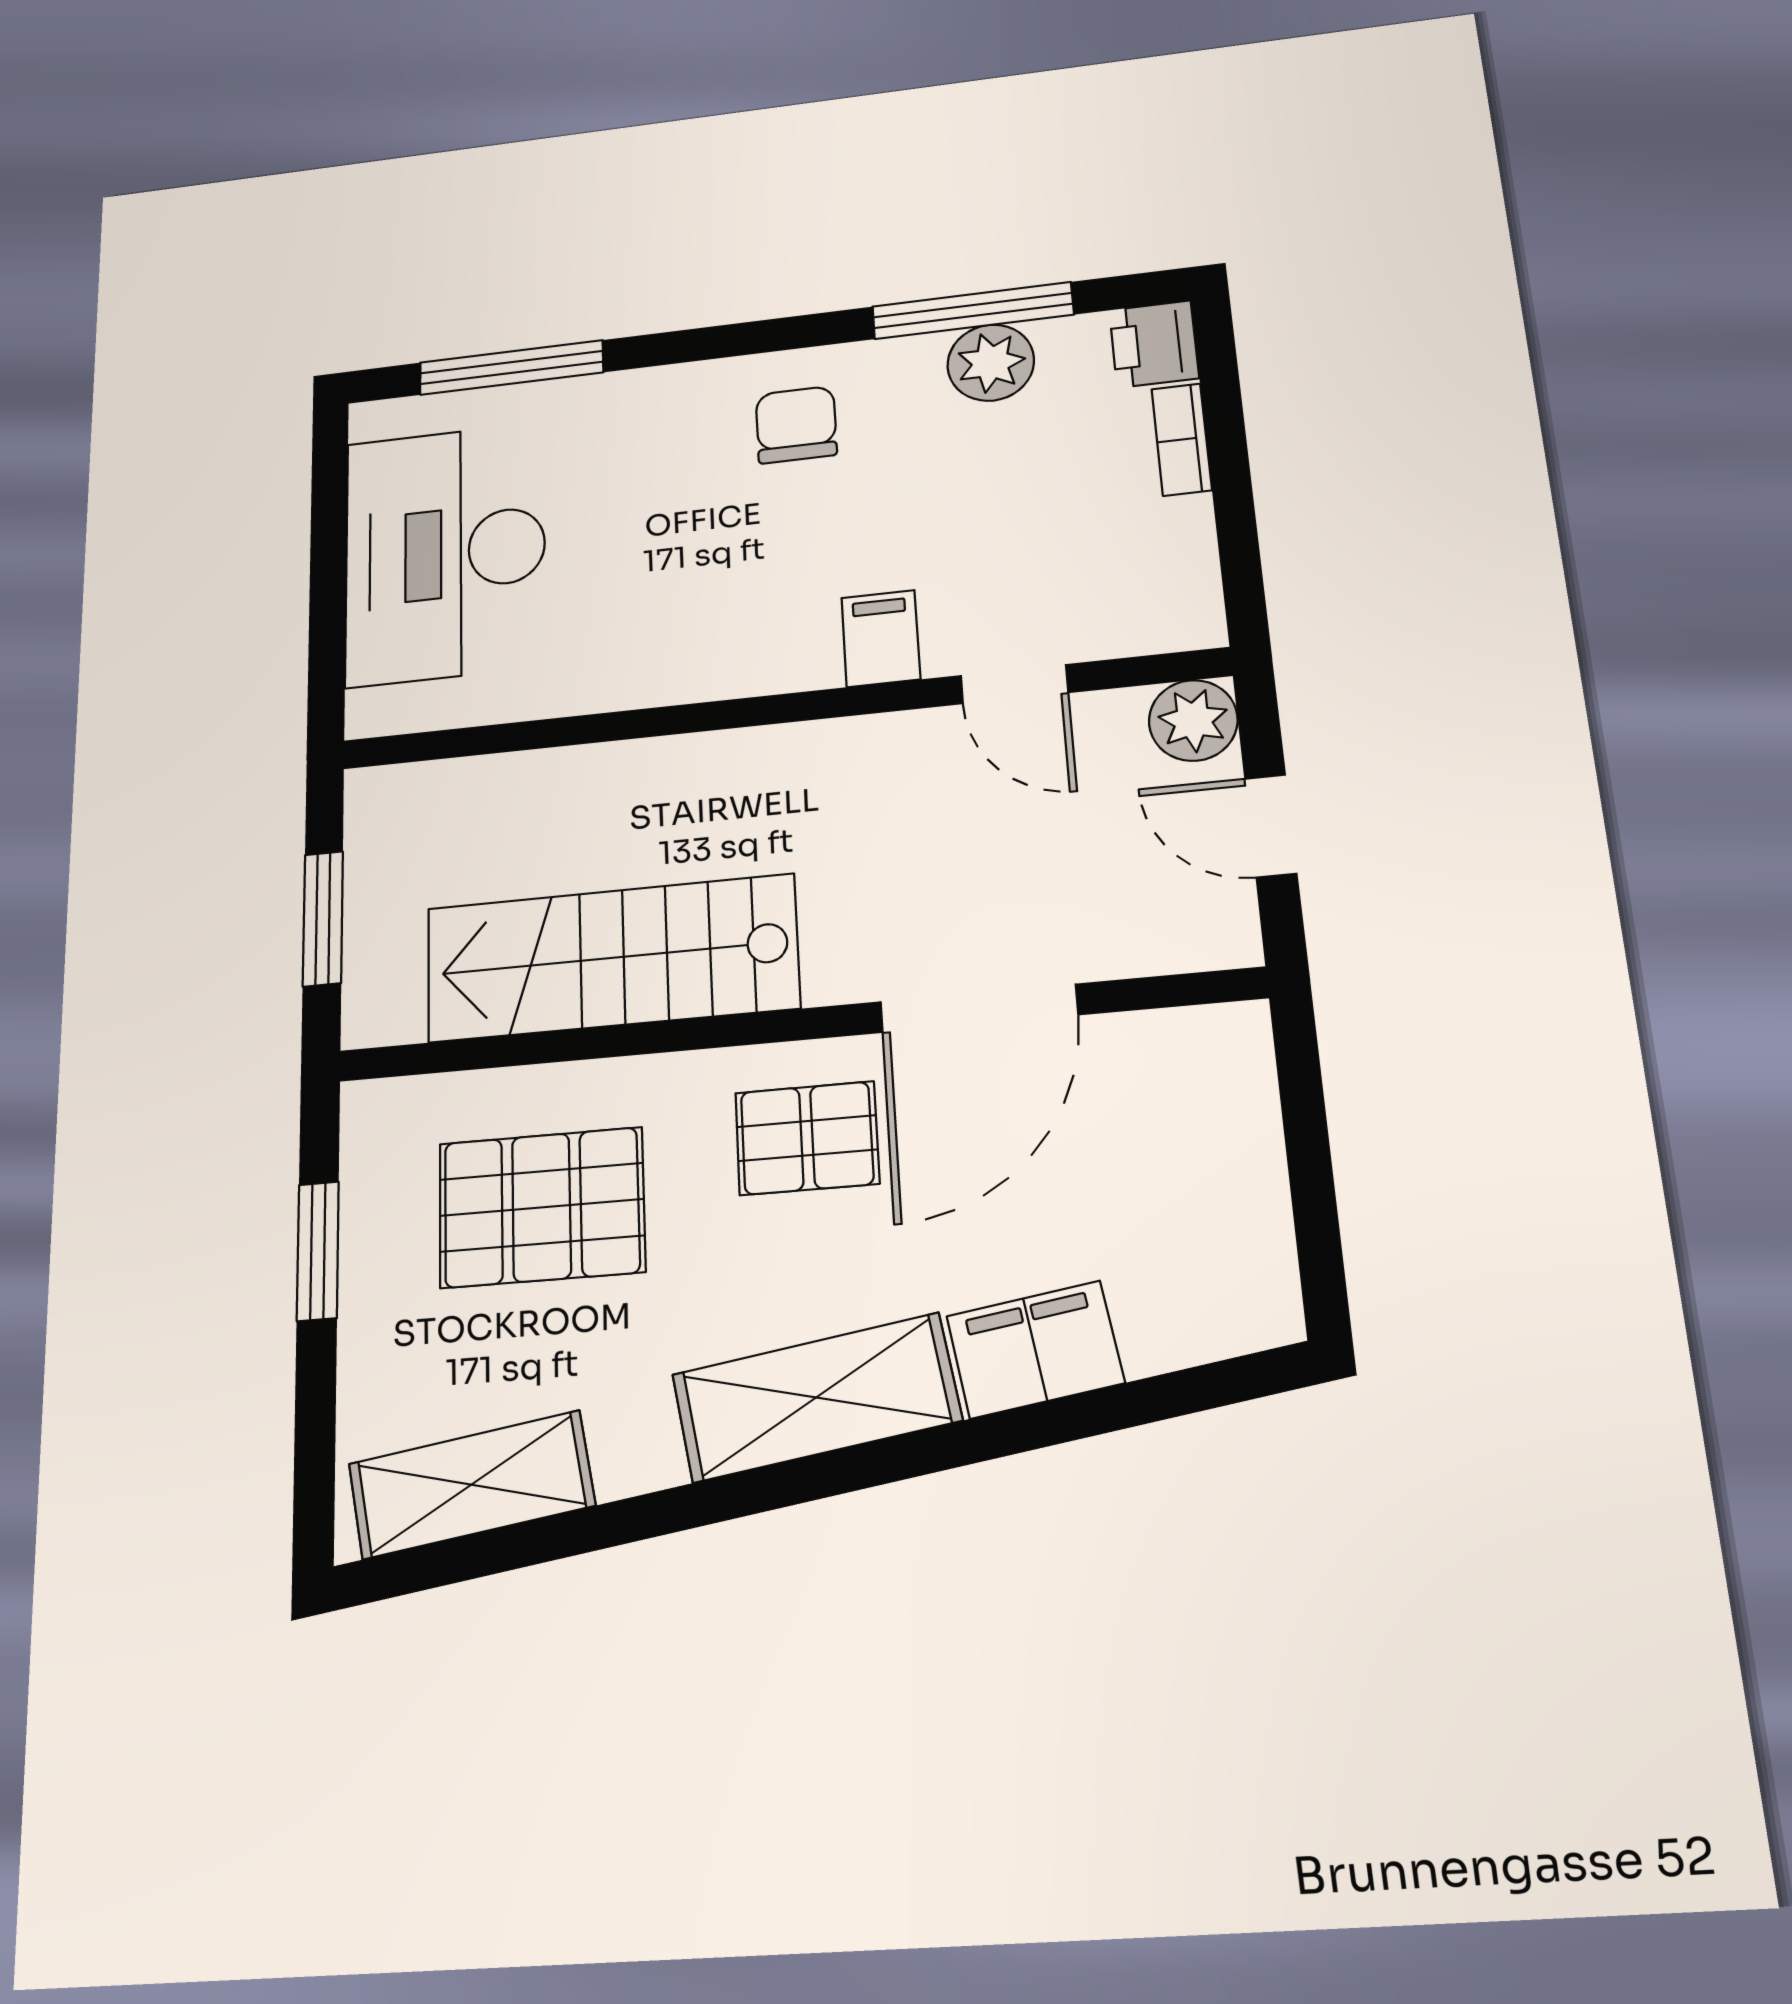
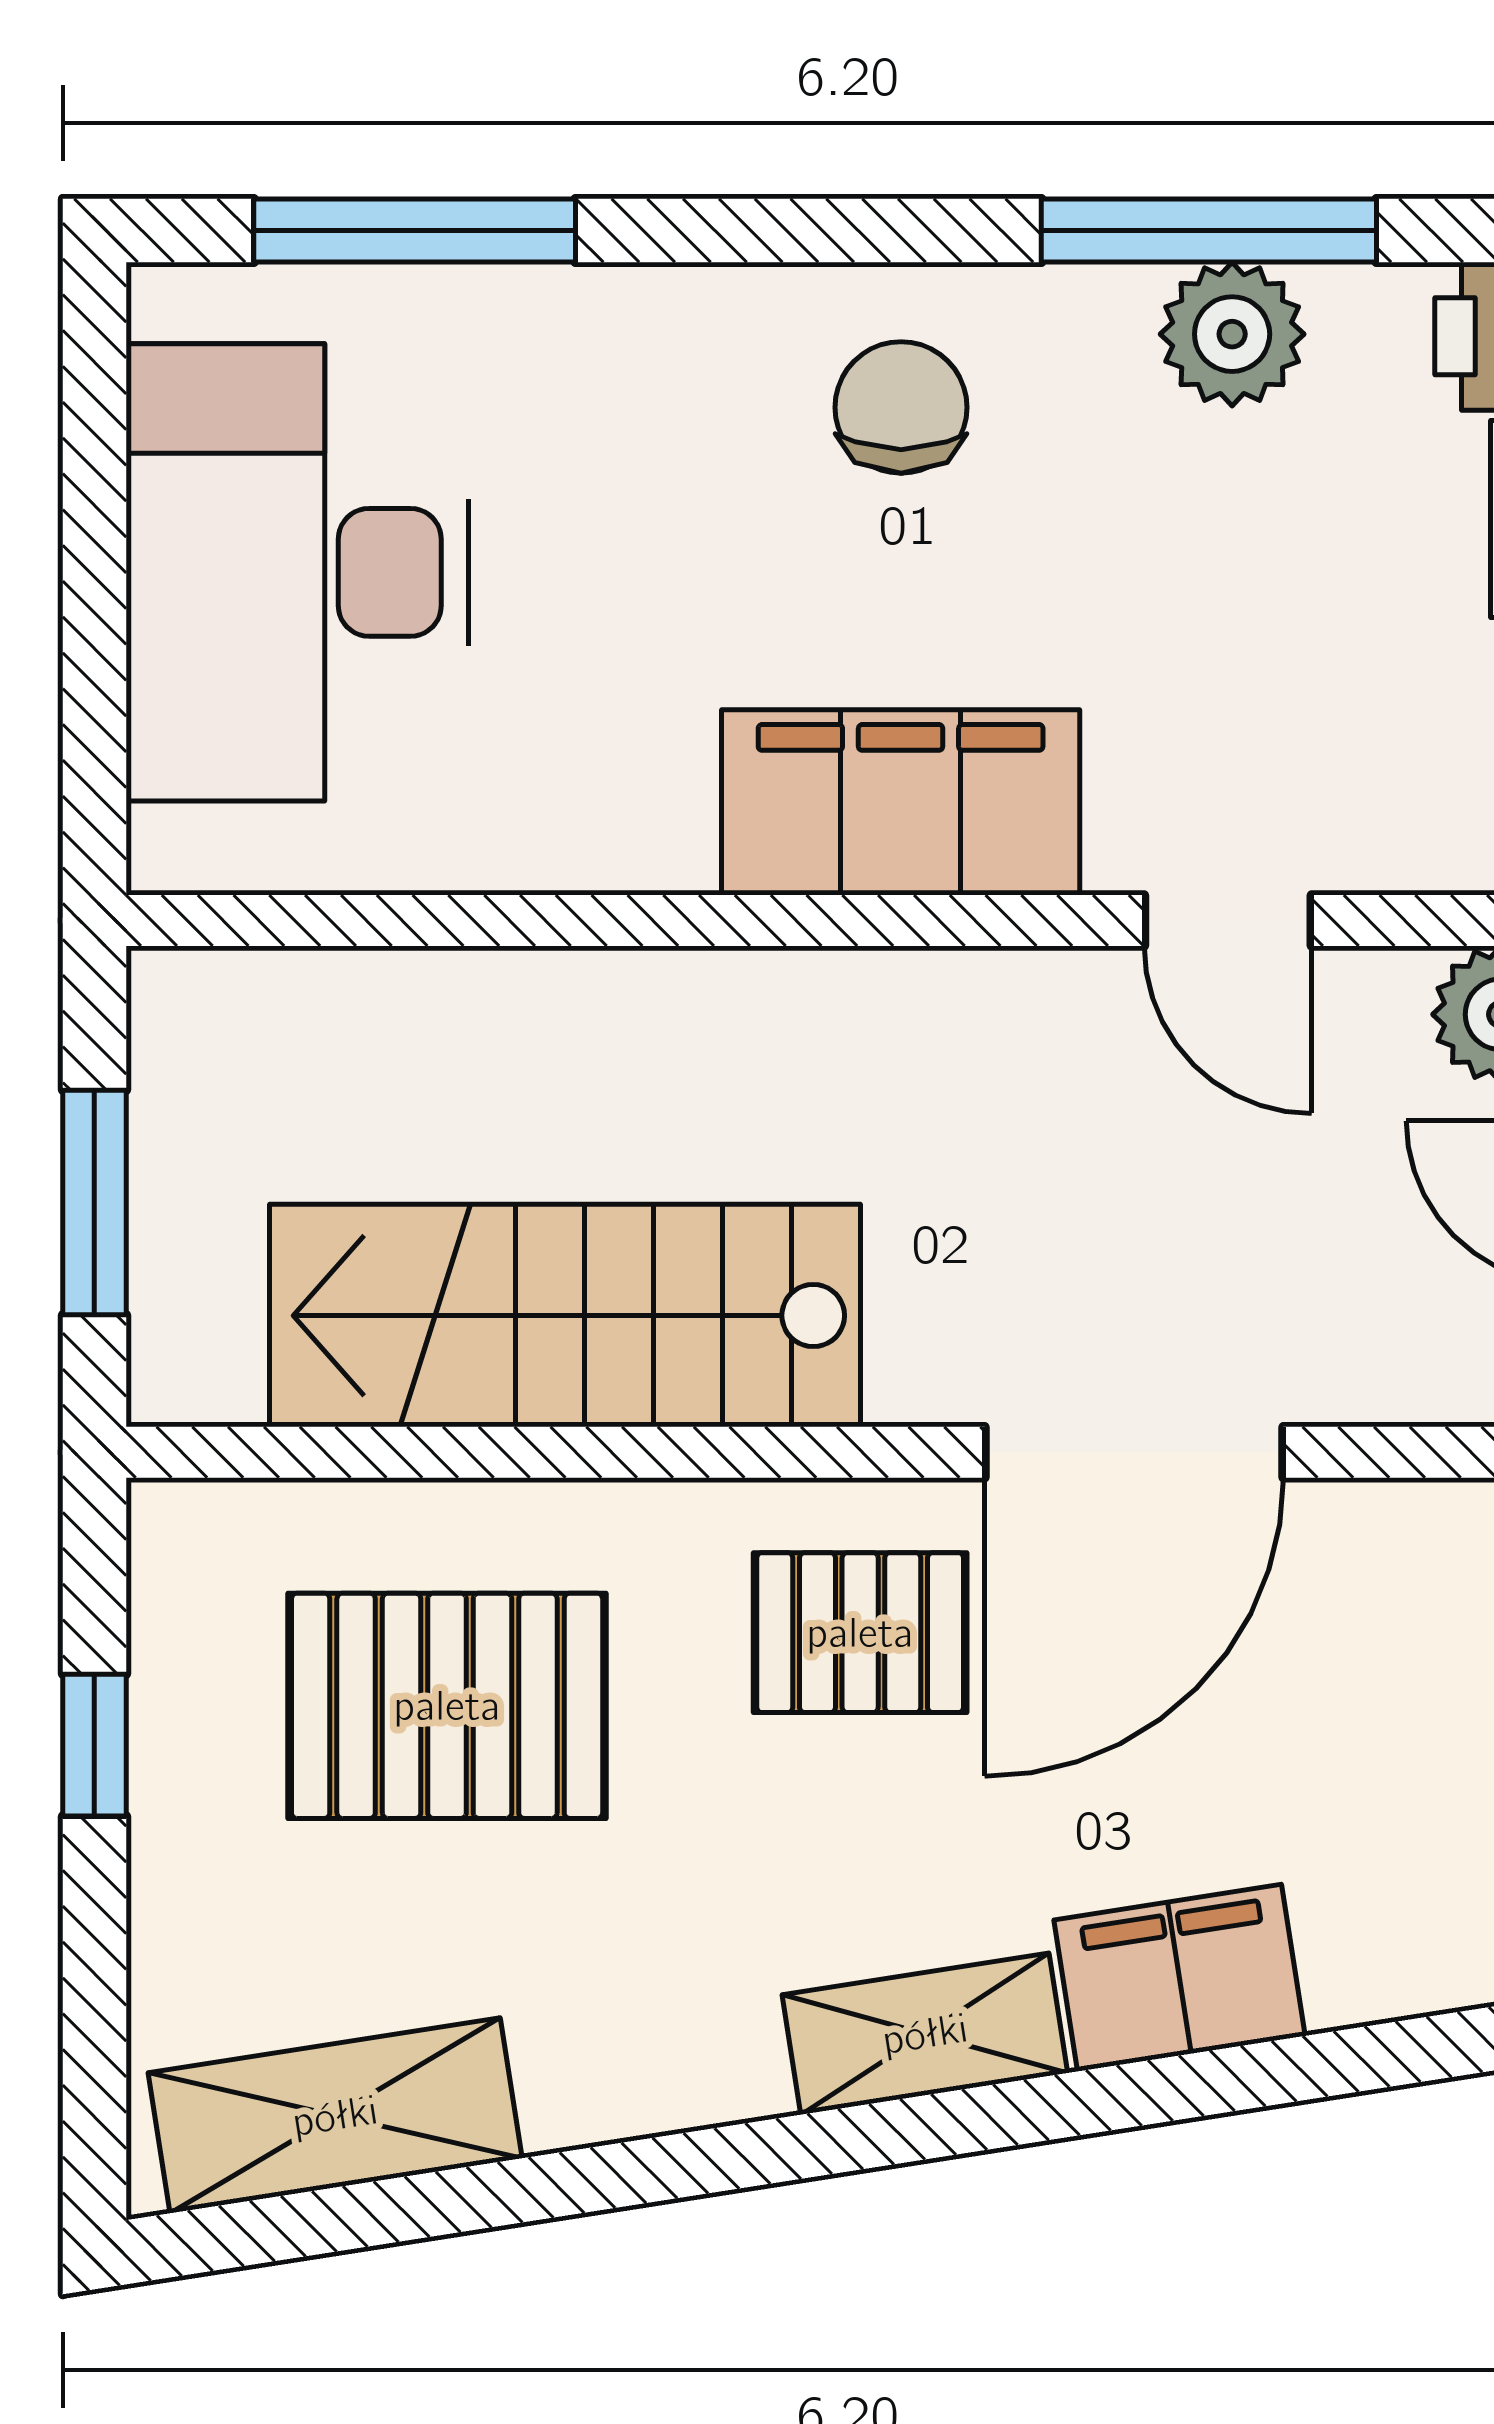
filing cabinet: (881, 638) -> (901, 802), width x3.00, depth x1.17
window: (318, 1251) -> (94, 1745), width x0.67
shelving: (816, 1398) -> (925, 2034), width x0.67, depth x0.75

